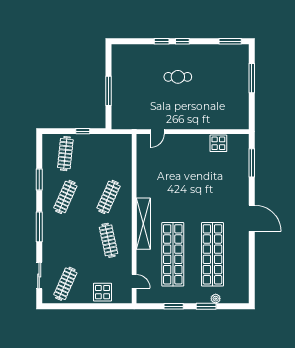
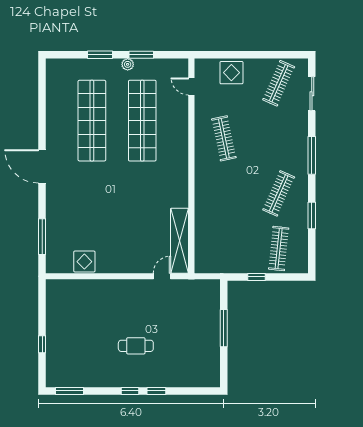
window: (252, 78) -> (42, 344), width x0.46
clothes rail: (109, 197) -> (224, 193), removed
shelving: (143, 224) -> (180, 241), moved
plant: (216, 299) -> (128, 64), moved

